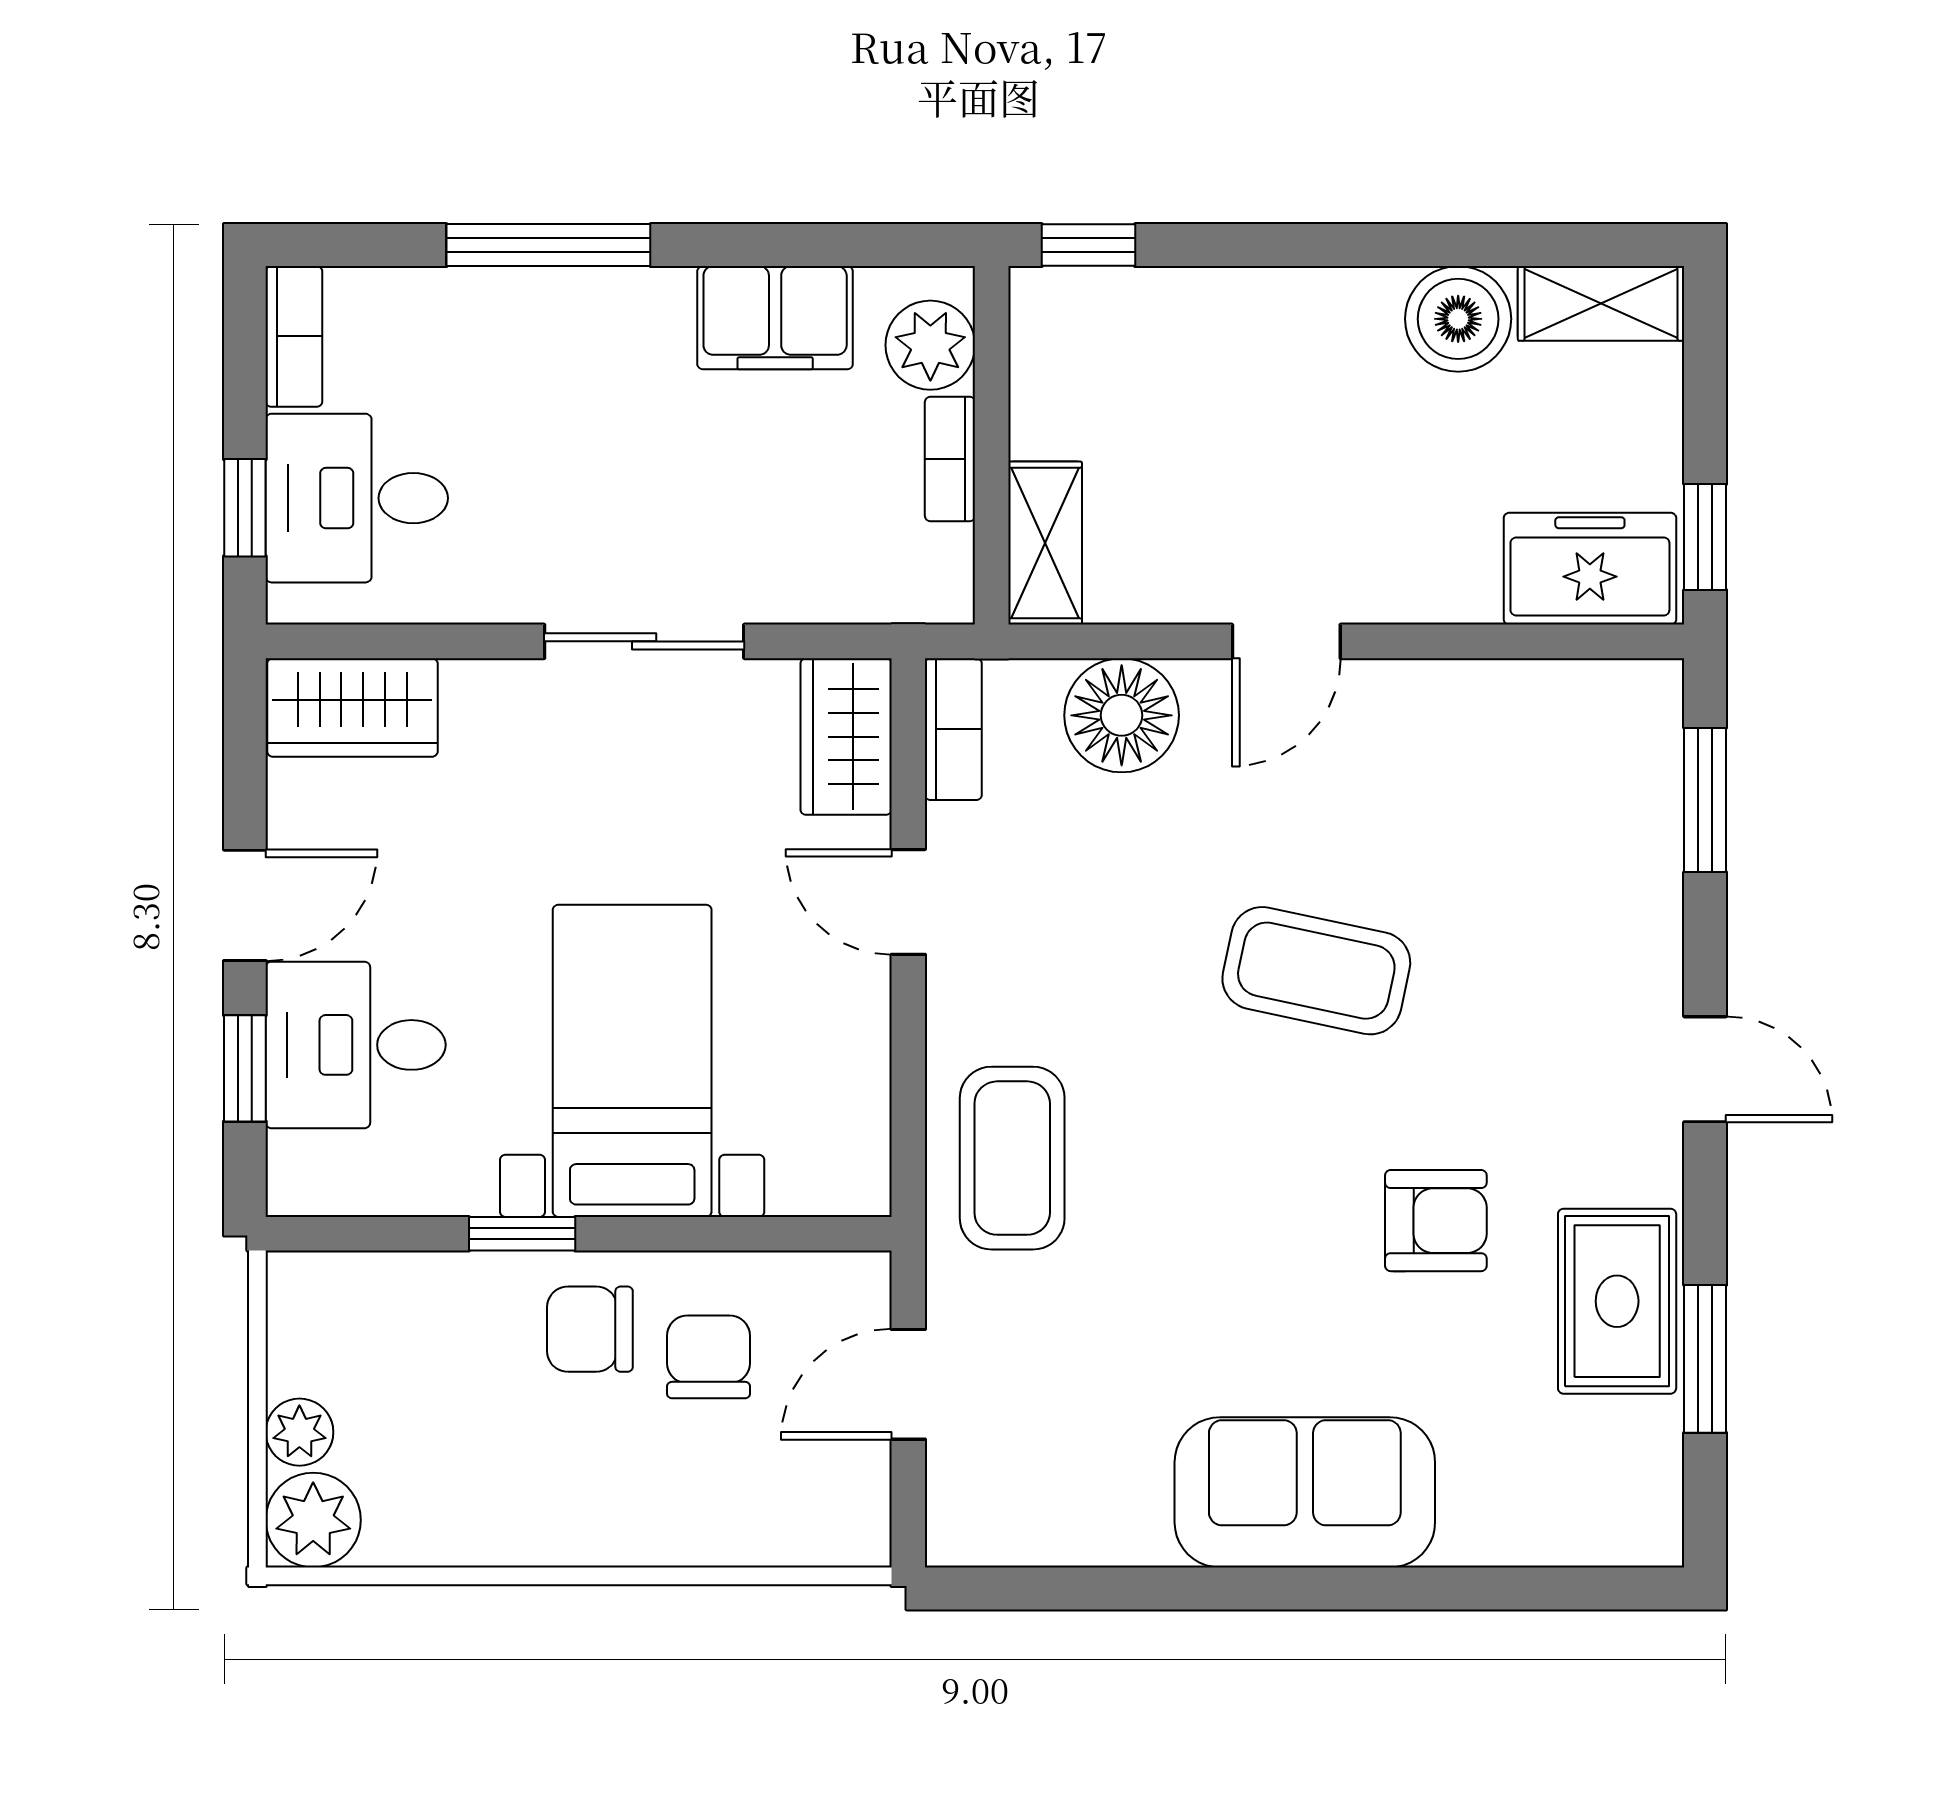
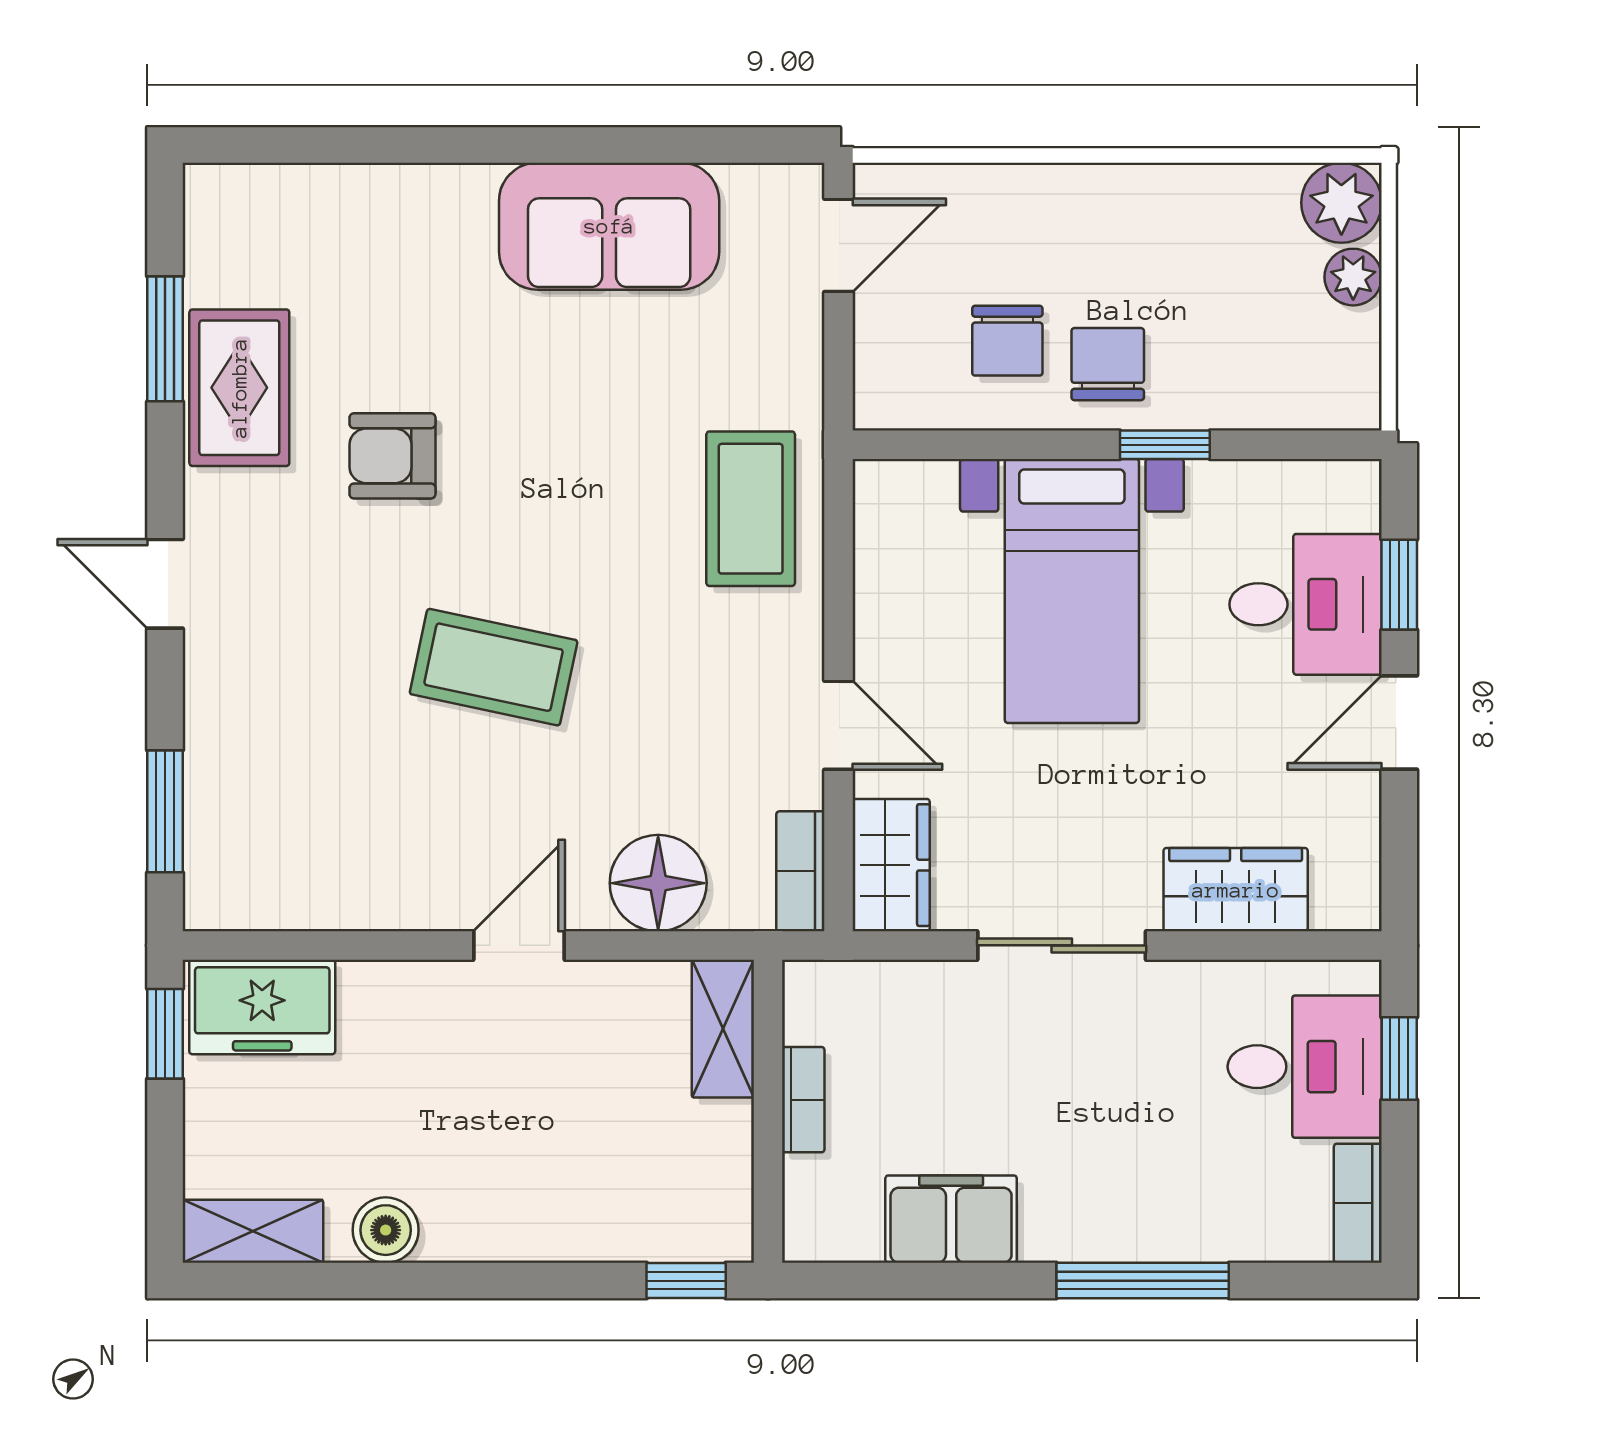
boiler: (1458, 319) -> (386, 1230), width x0.73, depth x0.73
plant: (930, 345) -> (820, 1196), removed
wardrobe: (352, 707) -> (1236, 890), moved
chair: (590, 1329) -> (1108, 364), turned -90
door: (908, 1384) -> (839, 245), moved
sofa: (1305, 1492) -> (609, 226), moved

